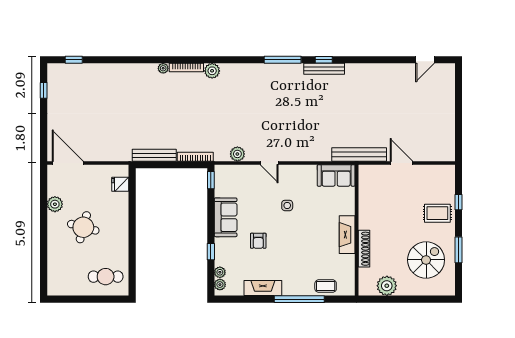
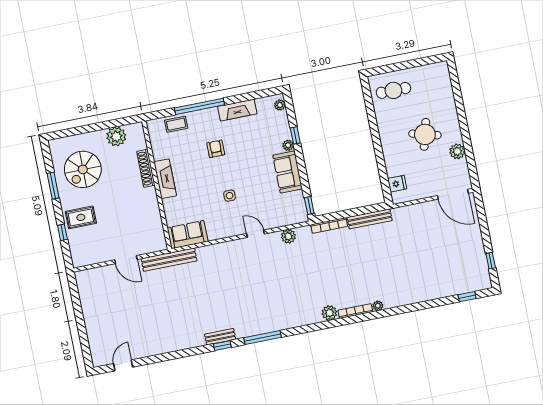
bench: (324, 69) -> (220, 337), width x0.73
armchair: (258, 241) -> (216, 149), moved
plant: (220, 272) -> (288, 145), moved

